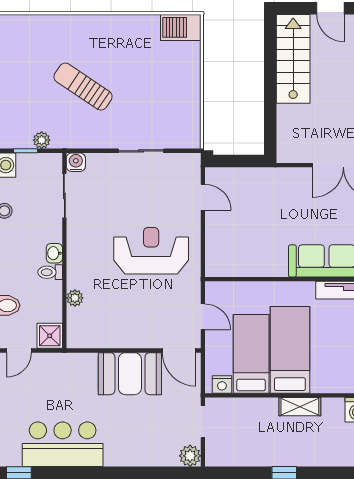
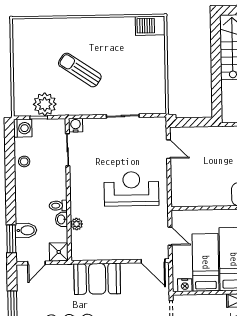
plant: (42, 140) -> (45, 104), width x1.87, depth x1.87
washbasin: (54, 253) -> (62, 219), moved
booth: (130, 374) -> (97, 279), moved

